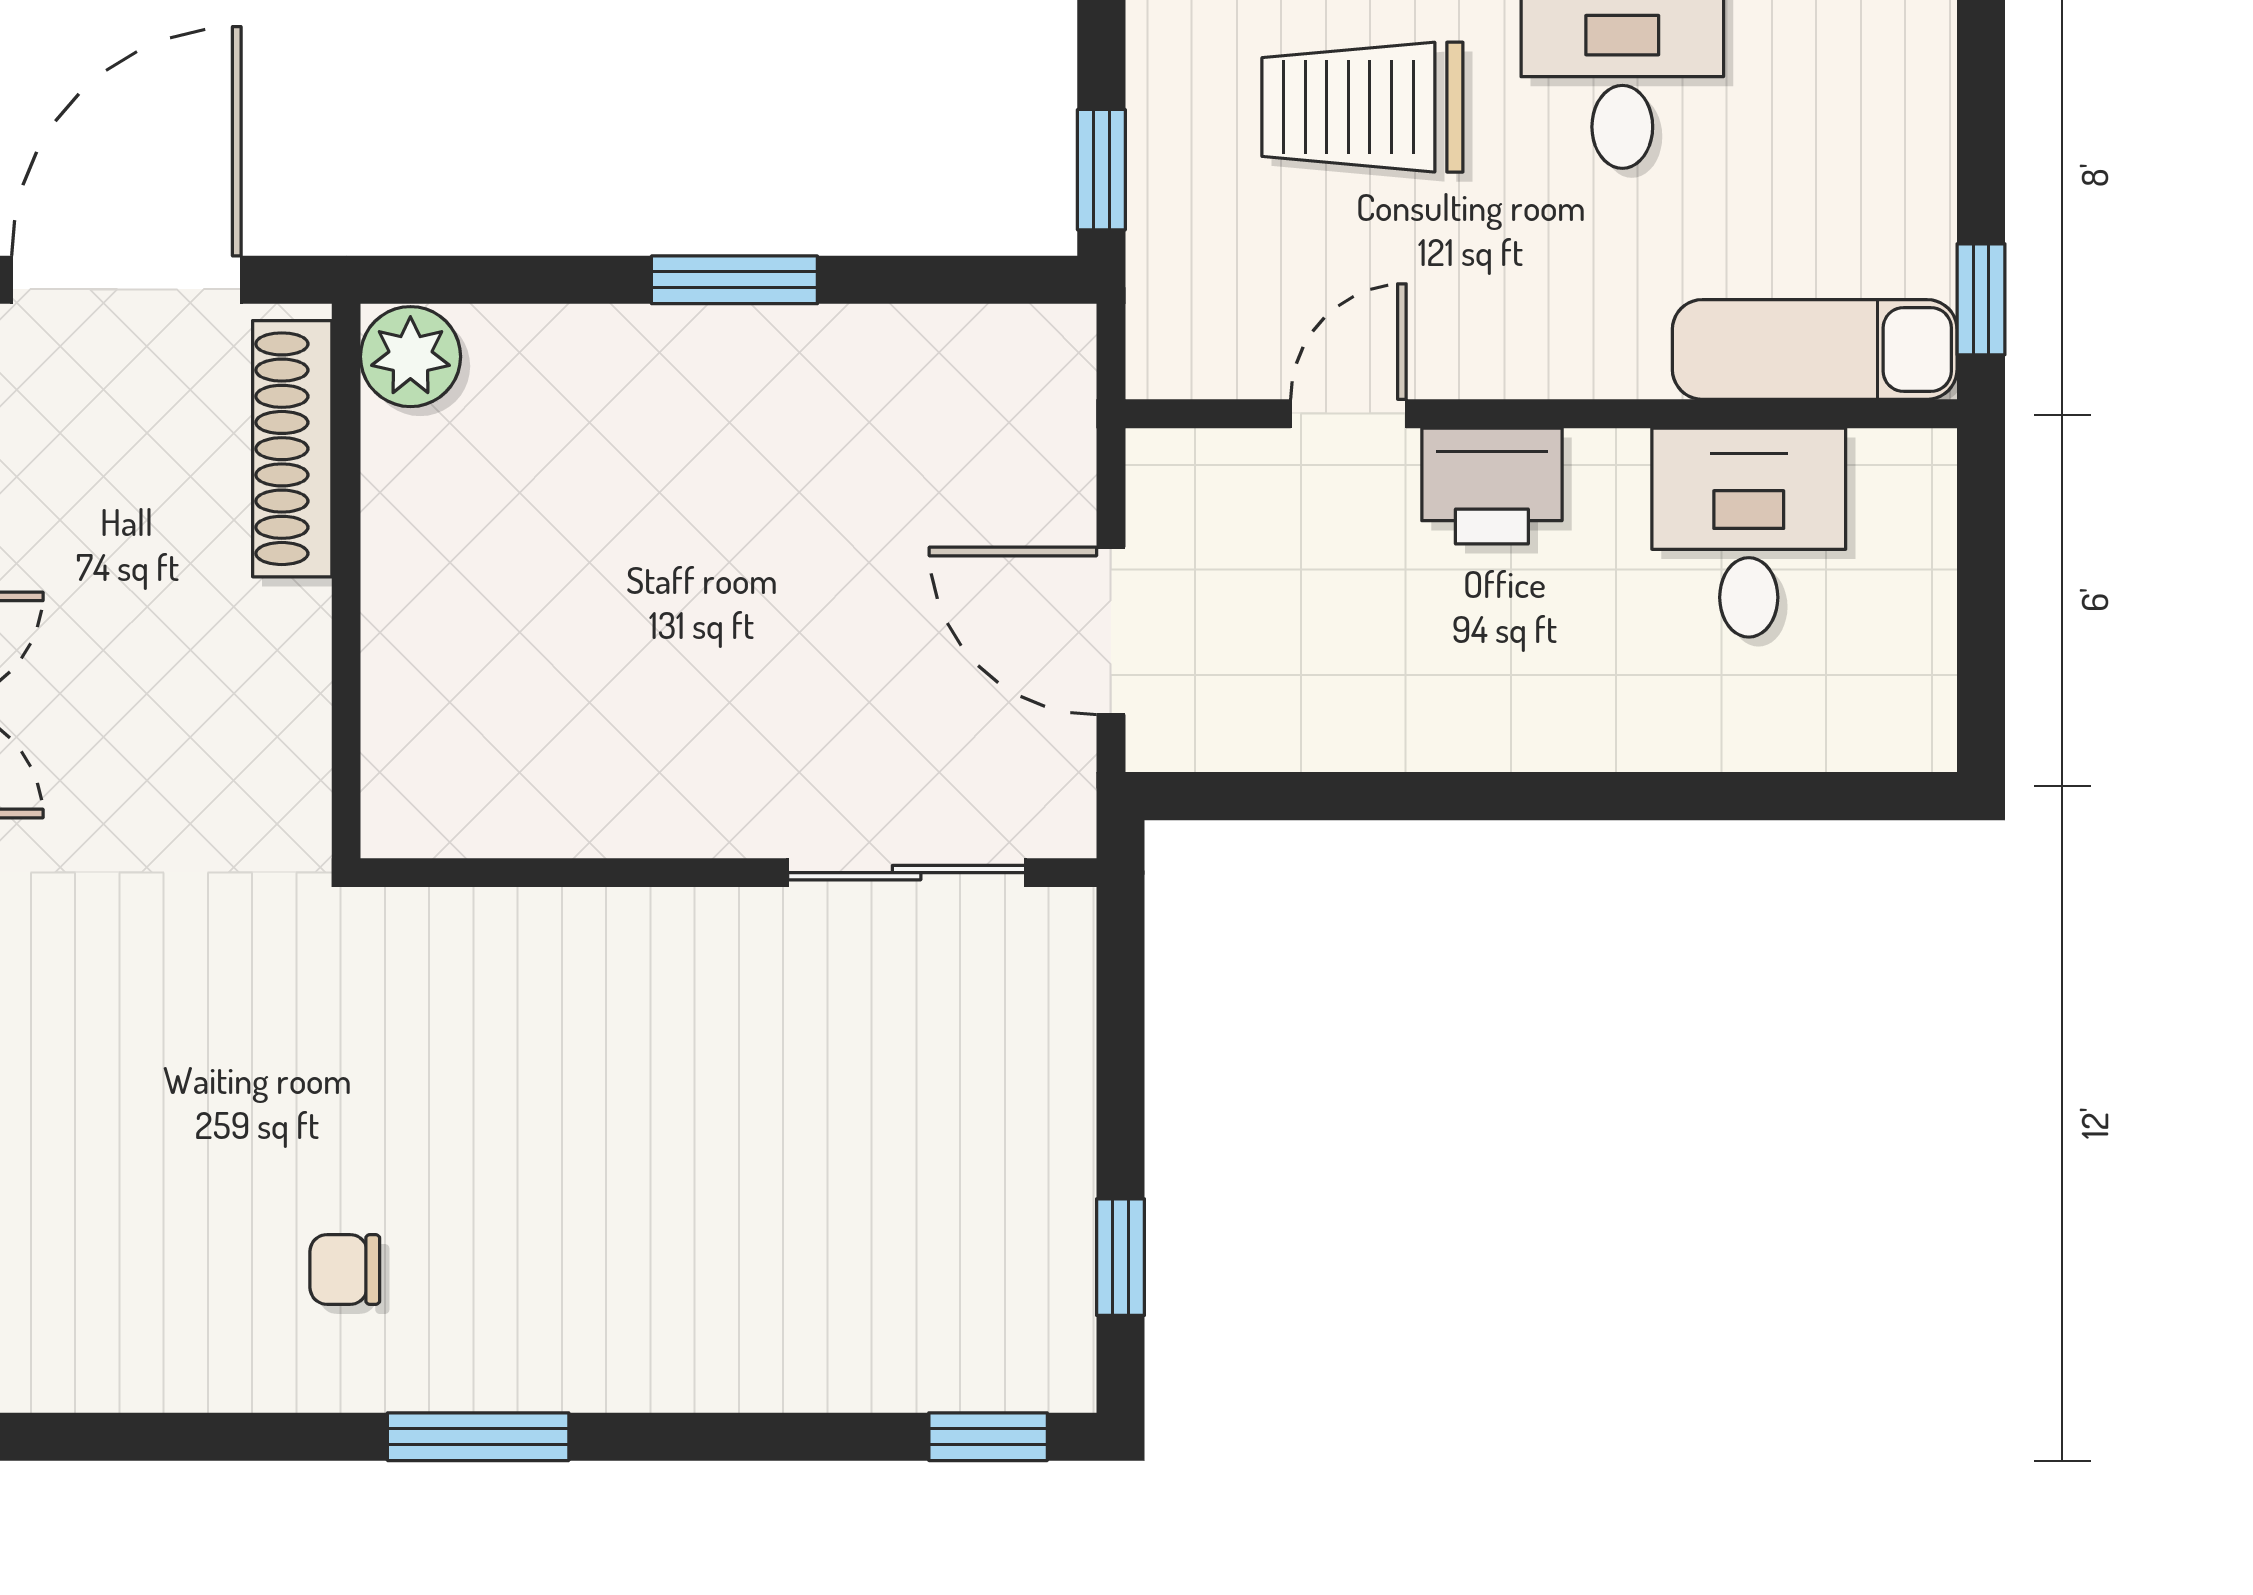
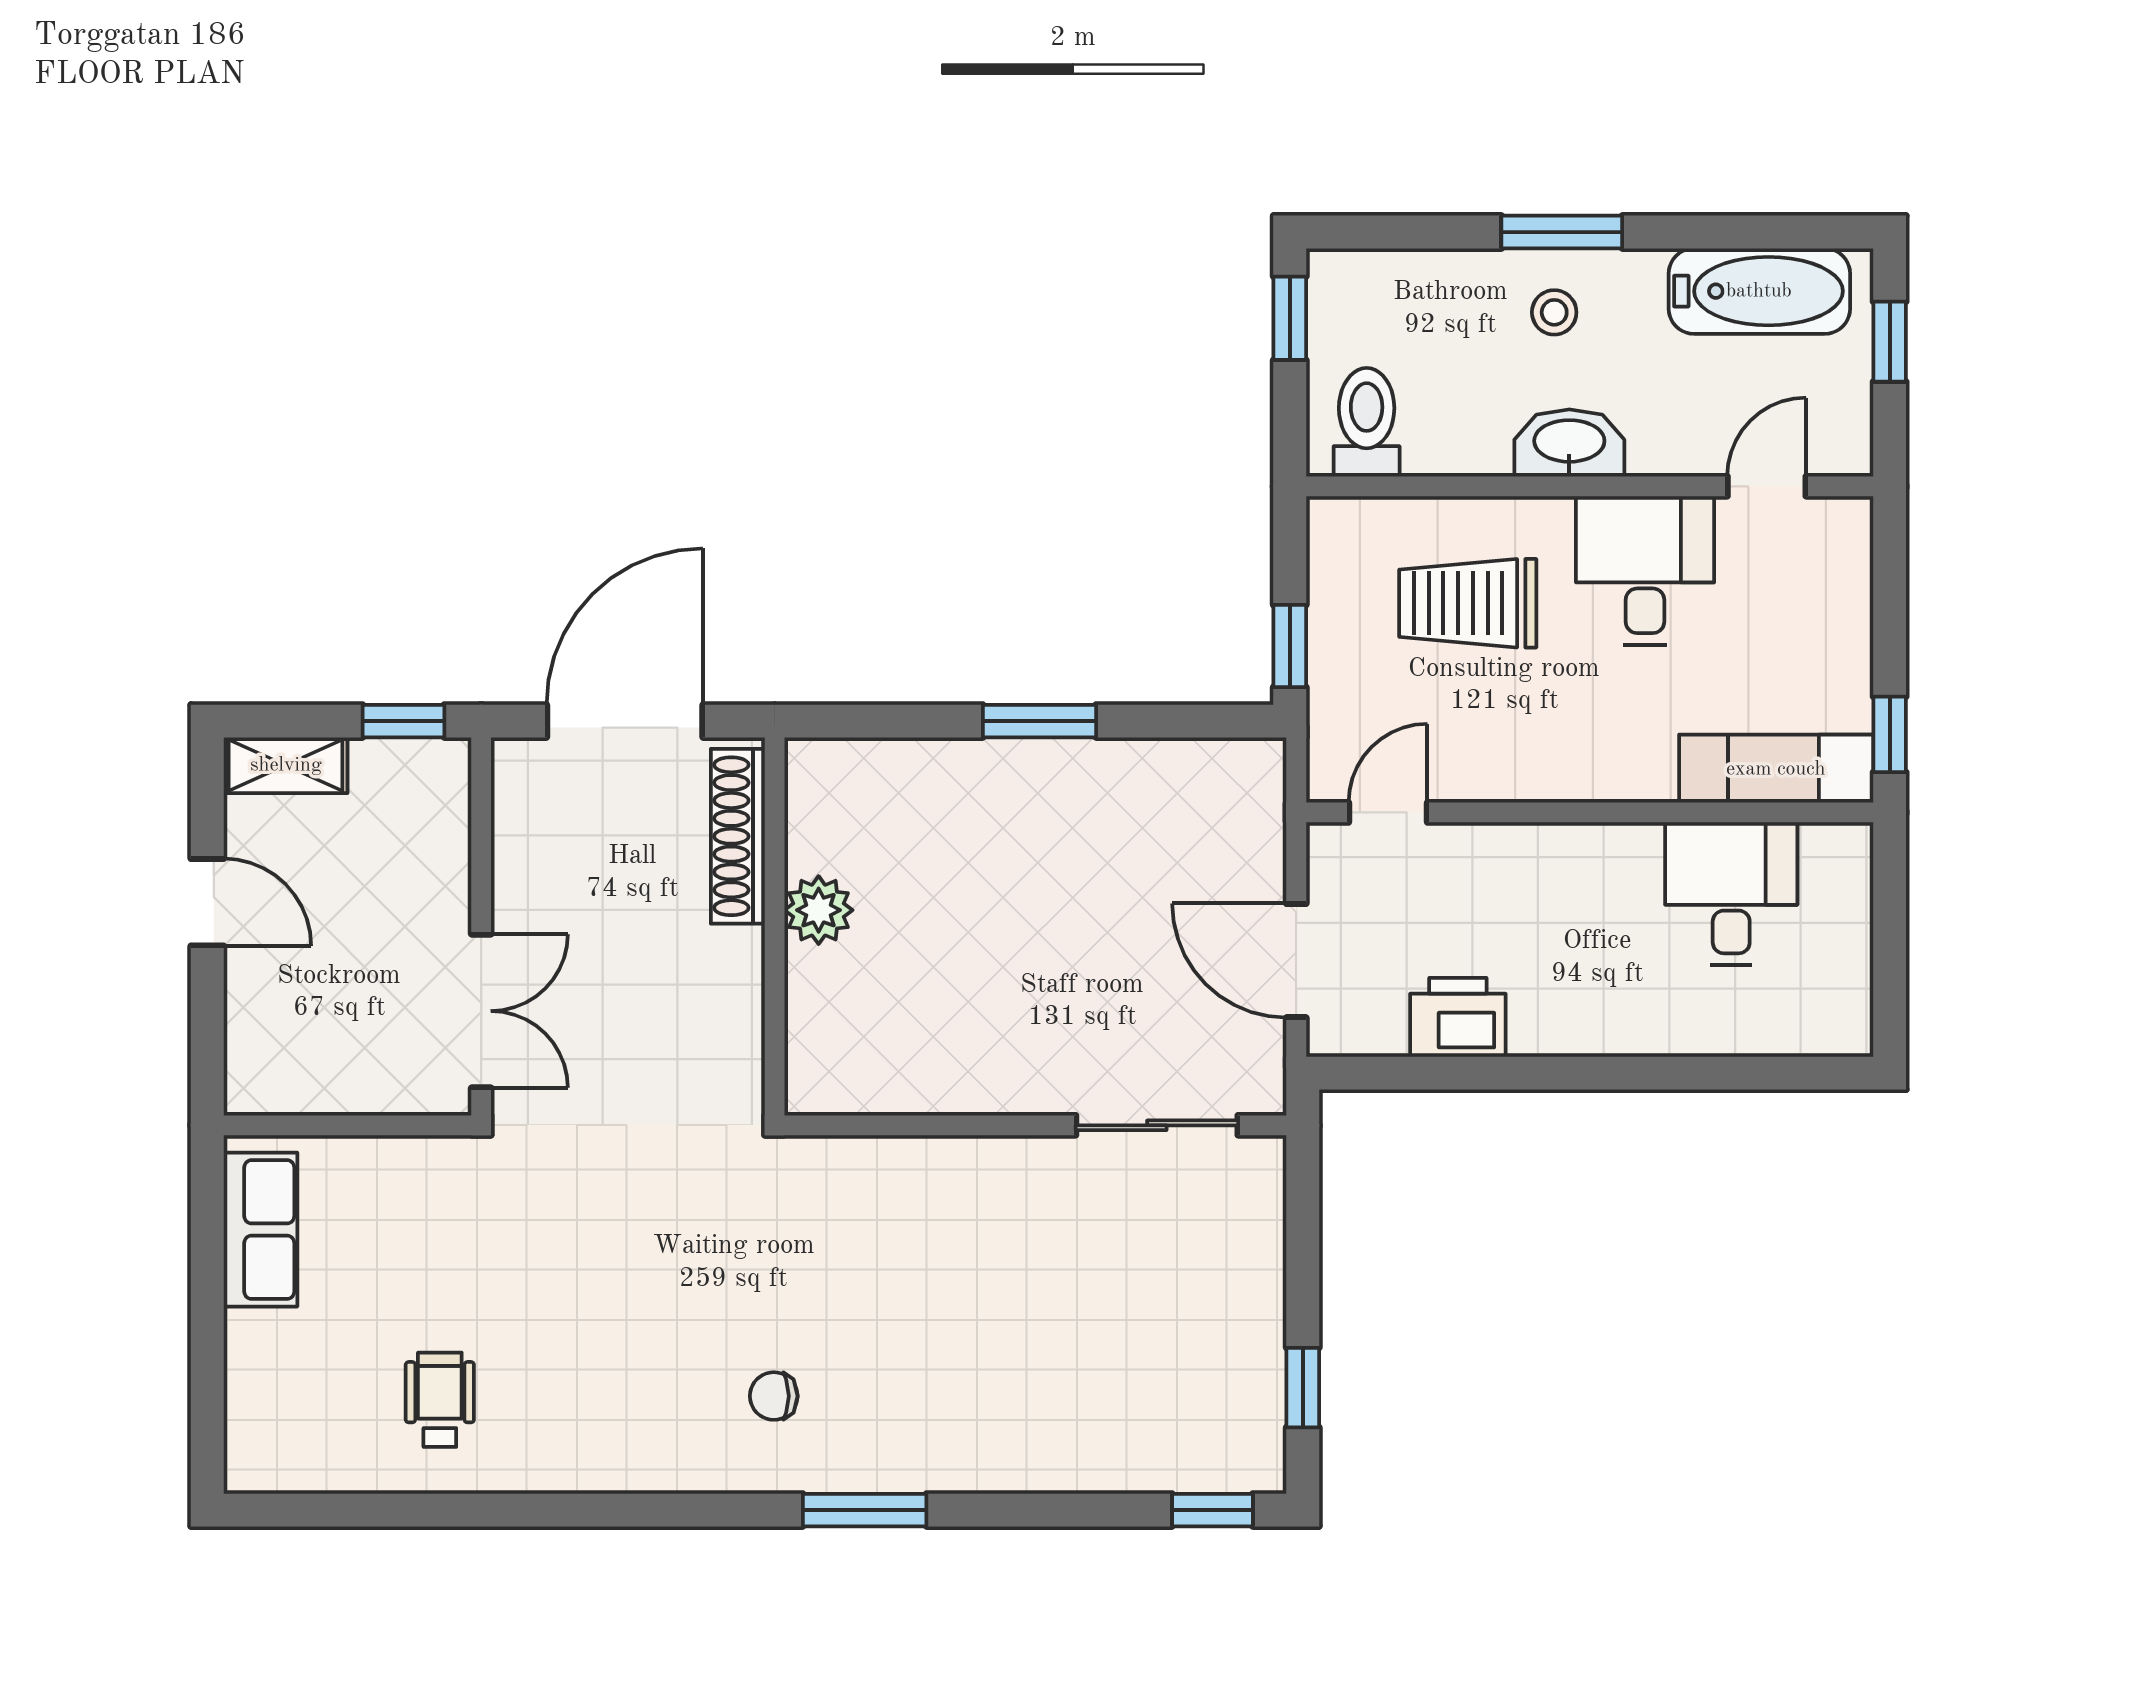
plant: (410, 357) -> (819, 910), moved
door: (1348, 414) -> (1388, 812), moved
printer: (1492, 486) -> (1458, 1017), moved, turned 180

